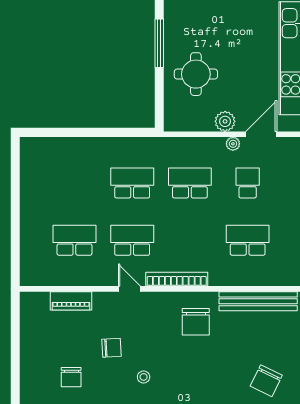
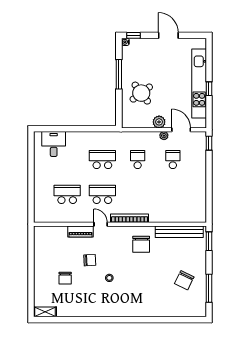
round table: (196, 74) -> (141, 93), turned -37
door: (261, 134) -> (181, 130), hinge flipped
desk: (52, 158) -> (54, 144), added
school desk: (190, 183) -> (138, 160), width x0.54
school desk: (248, 240) -> (173, 194), removed
piano: (71, 301) -> (81, 231), moved

